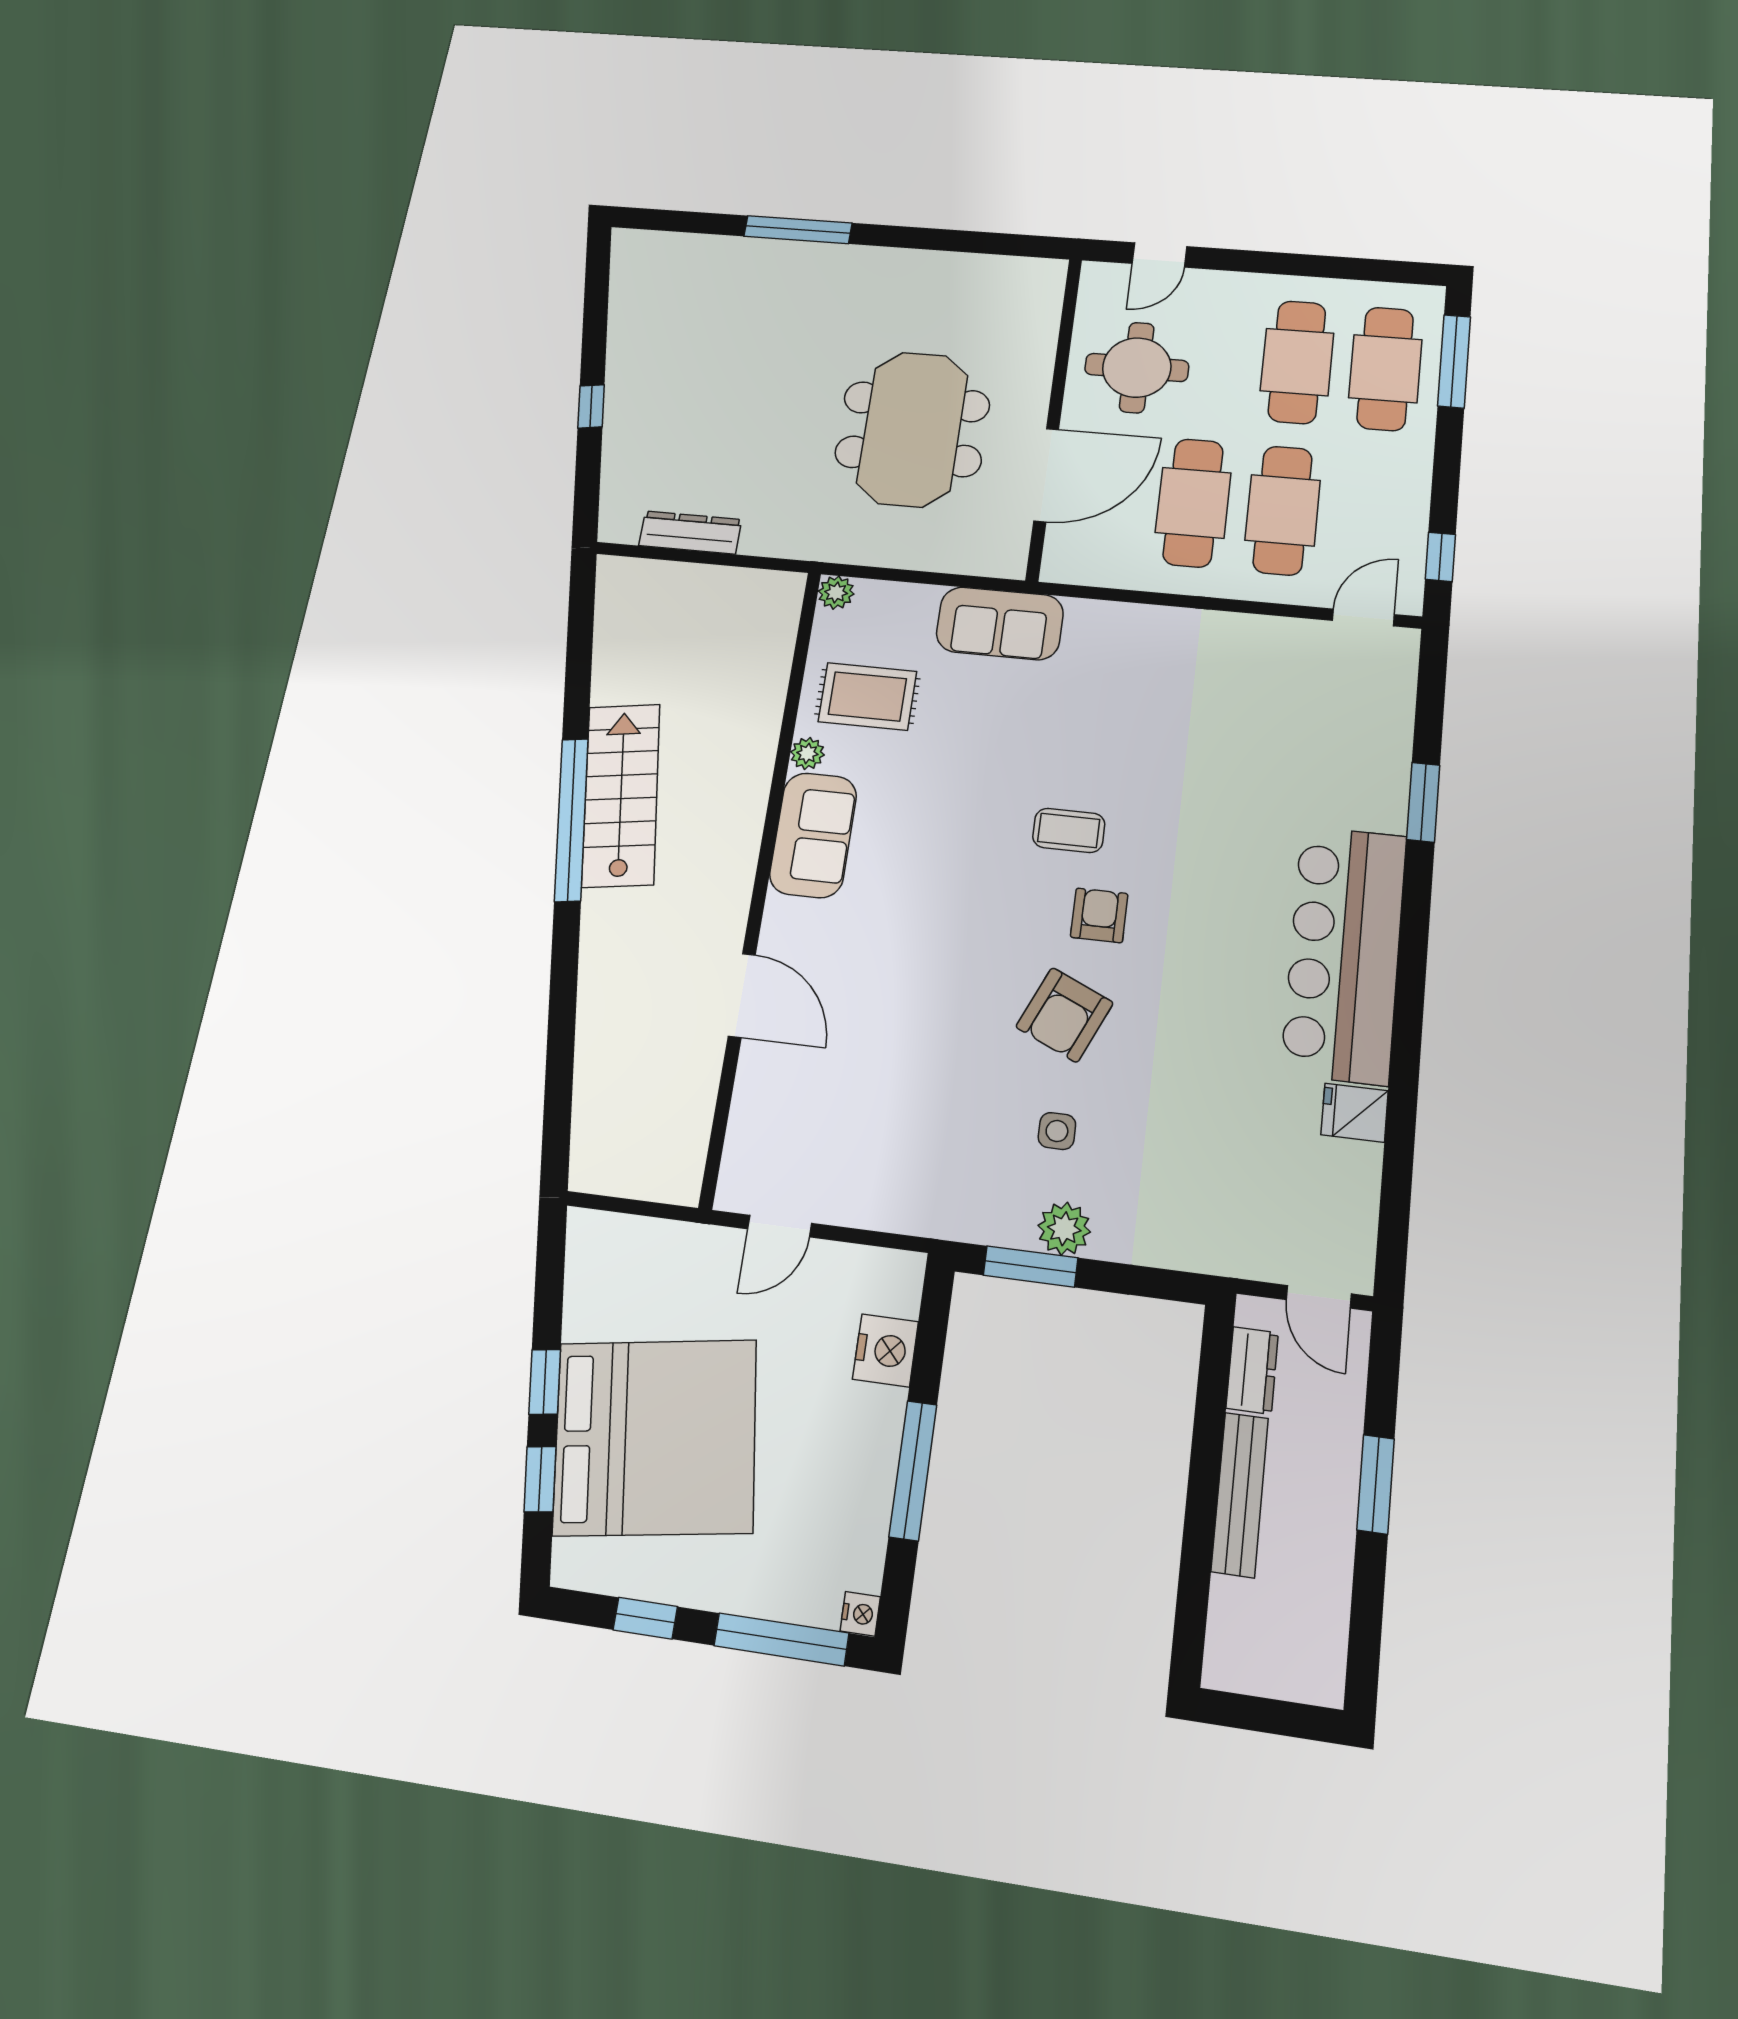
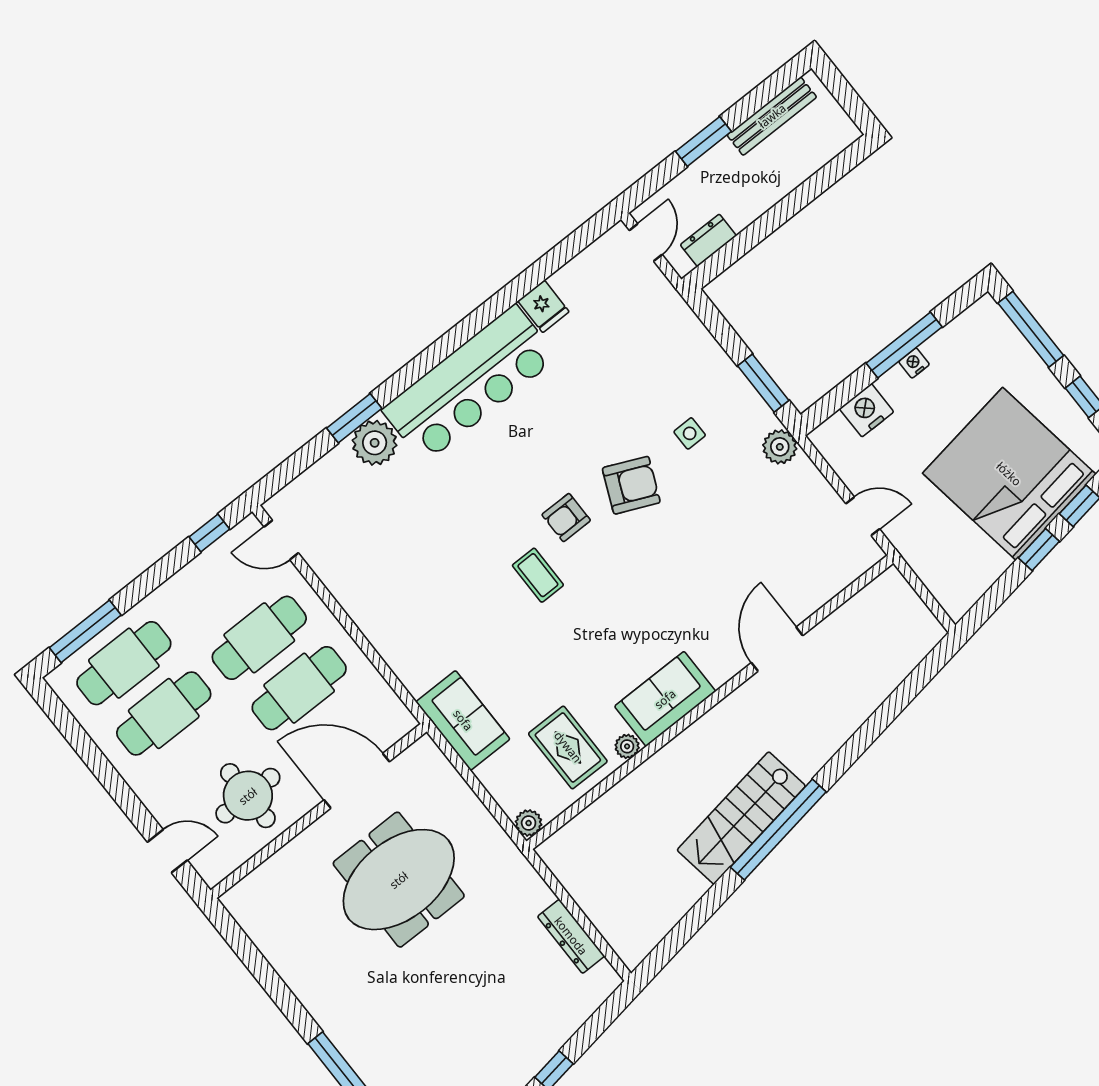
plant: (1376, 798) -> (375, 443), added
plant: (1064, 1229) -> (780, 447), moved
bench: (1240, 1494) -> (772, 116), moved
nightstand: (860, 1614) -> (914, 363), moved

